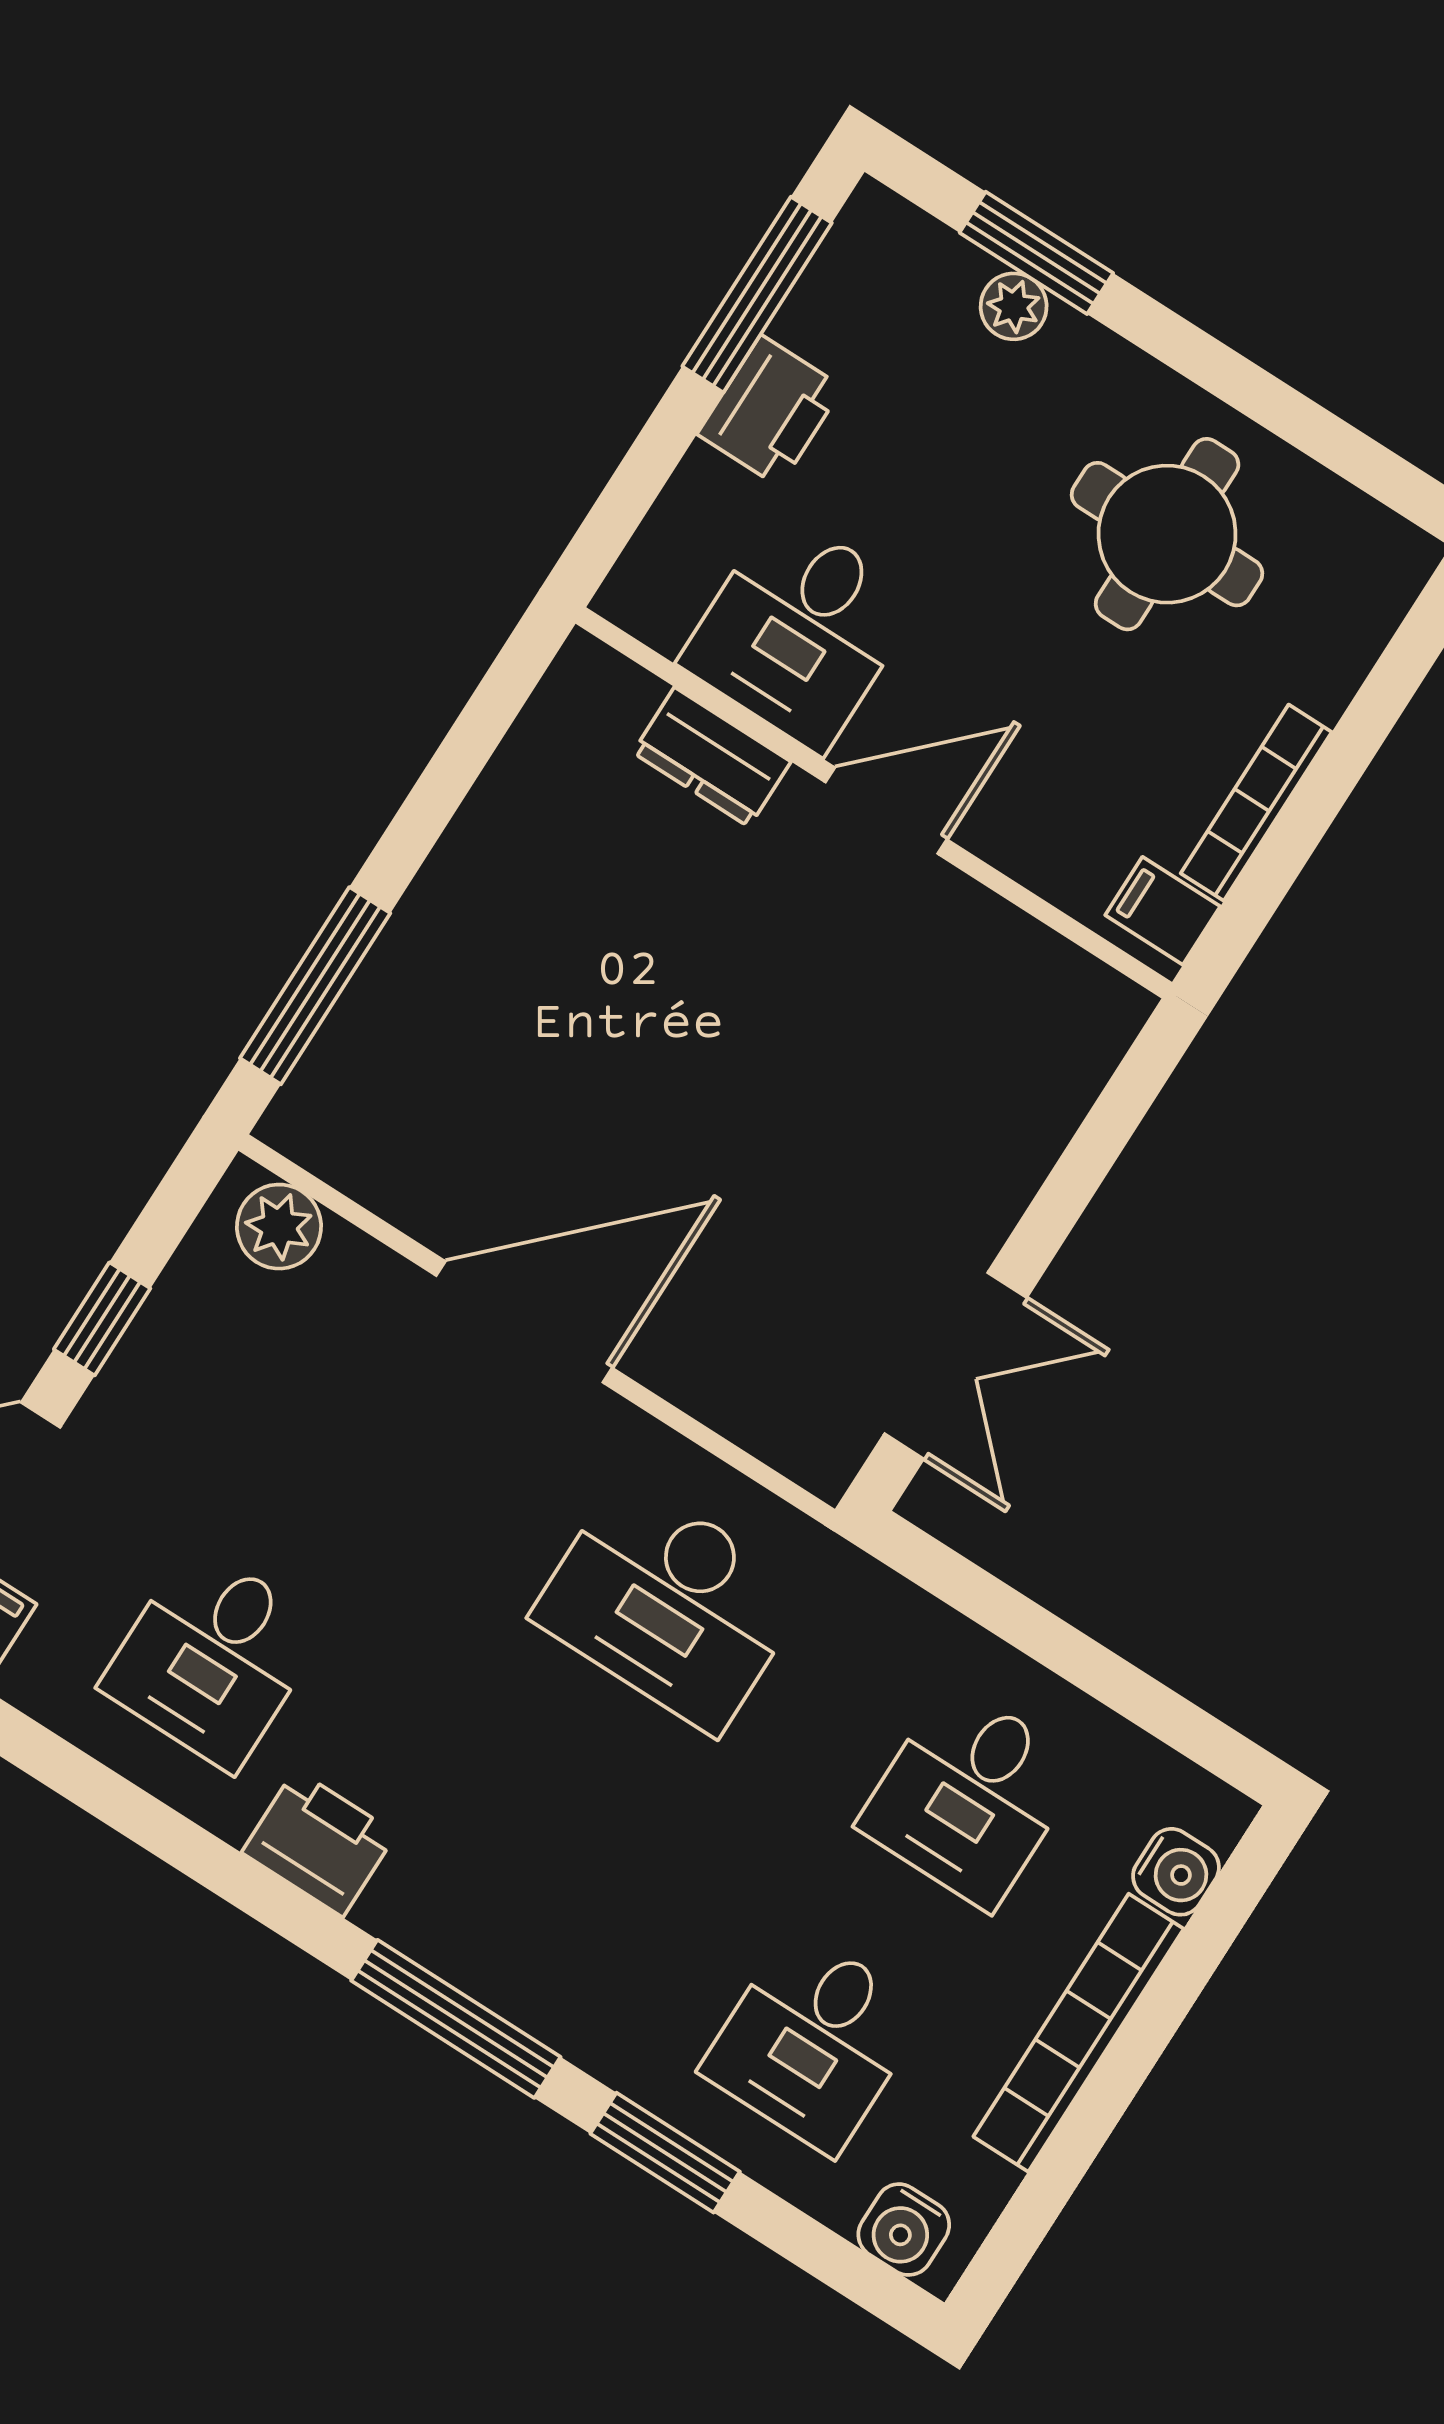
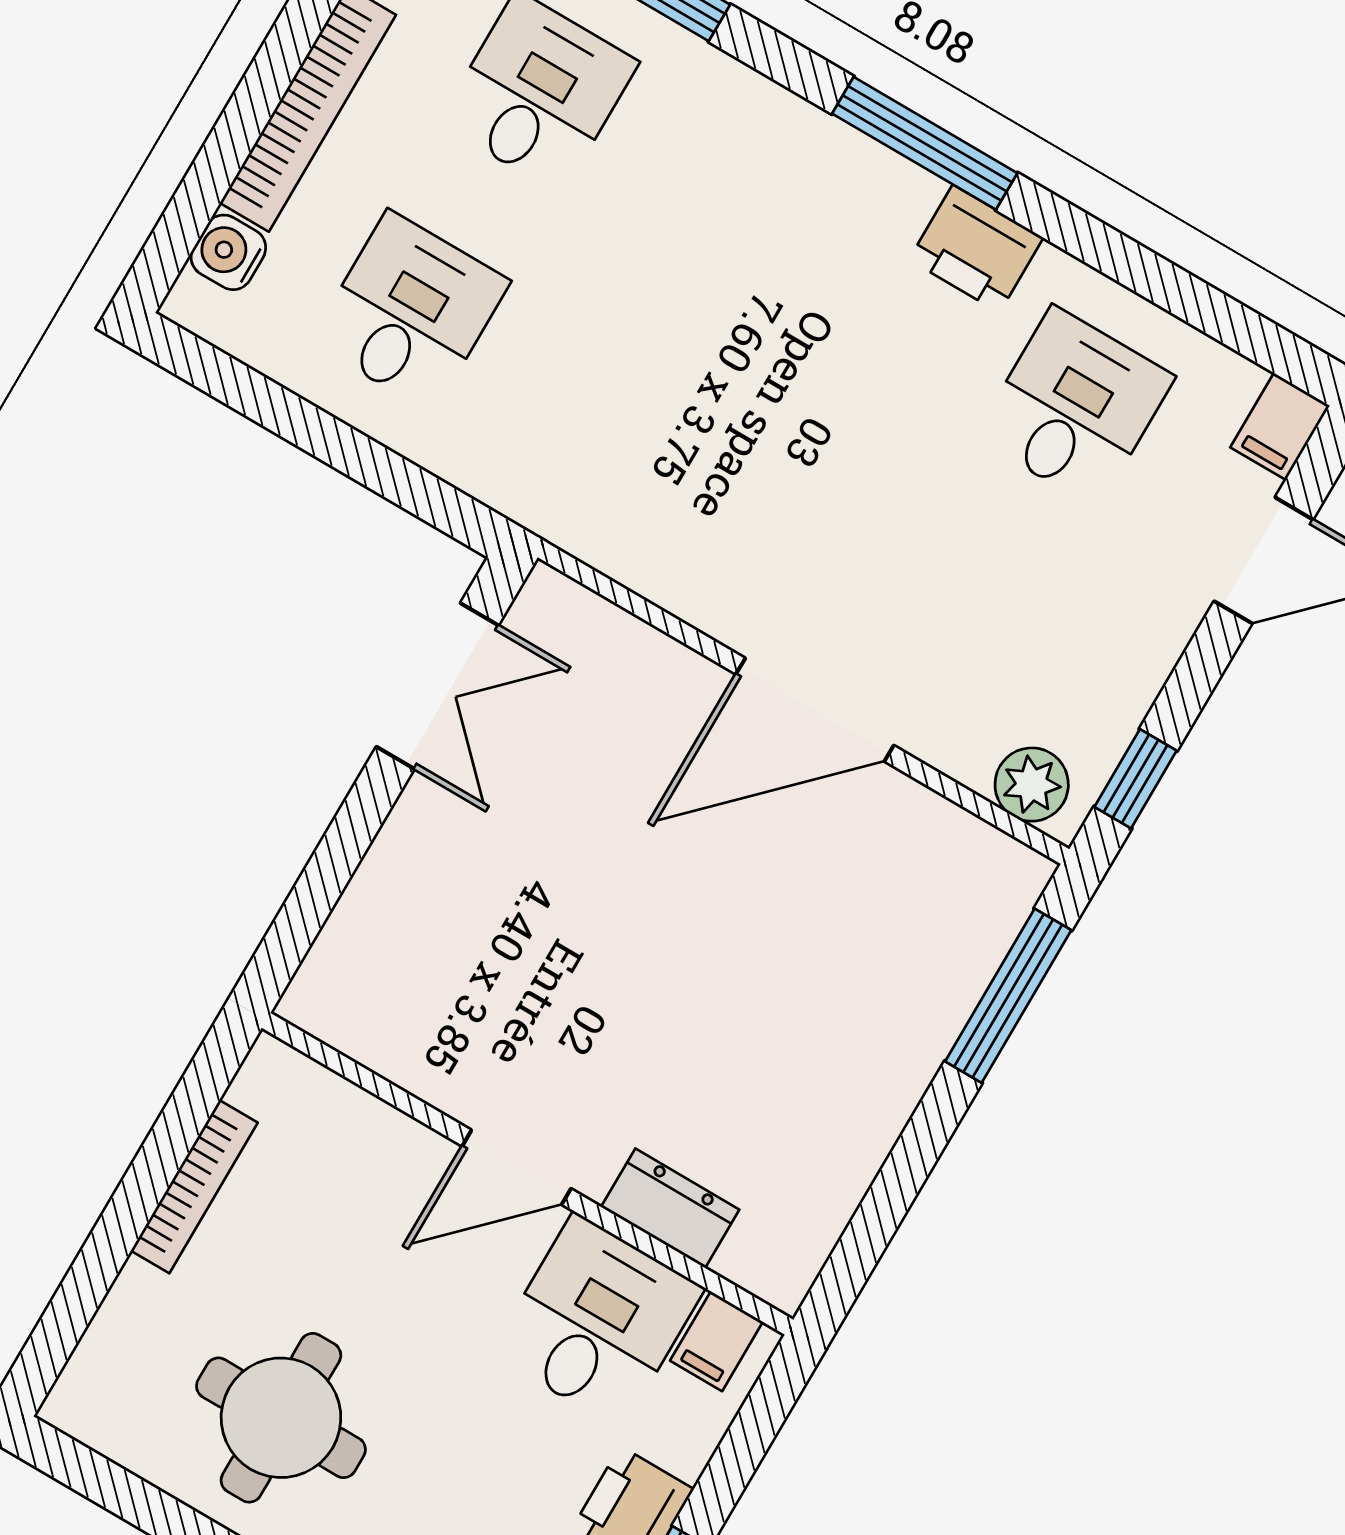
filing cabinet: (1163, 911) -> (716, 1341), moved, turned 90
window: (102, 1319) -> (1136, 779), moved
double door: (956, 1366) -> (437, 686), swing flipped
desk: (670, 1604) -> (678, 469), removed
window: (456, 2019) -> (925, 143), moved

